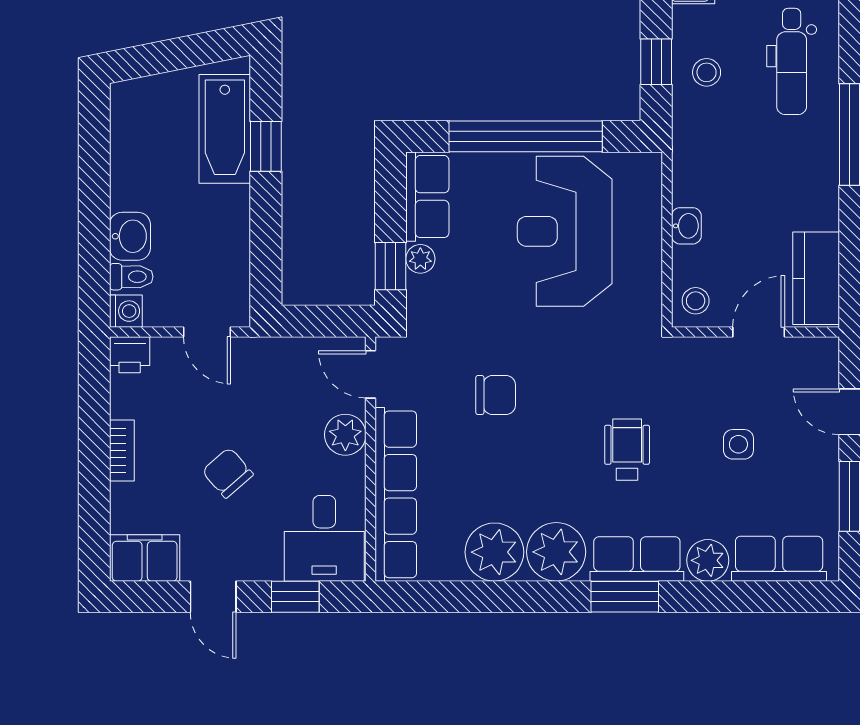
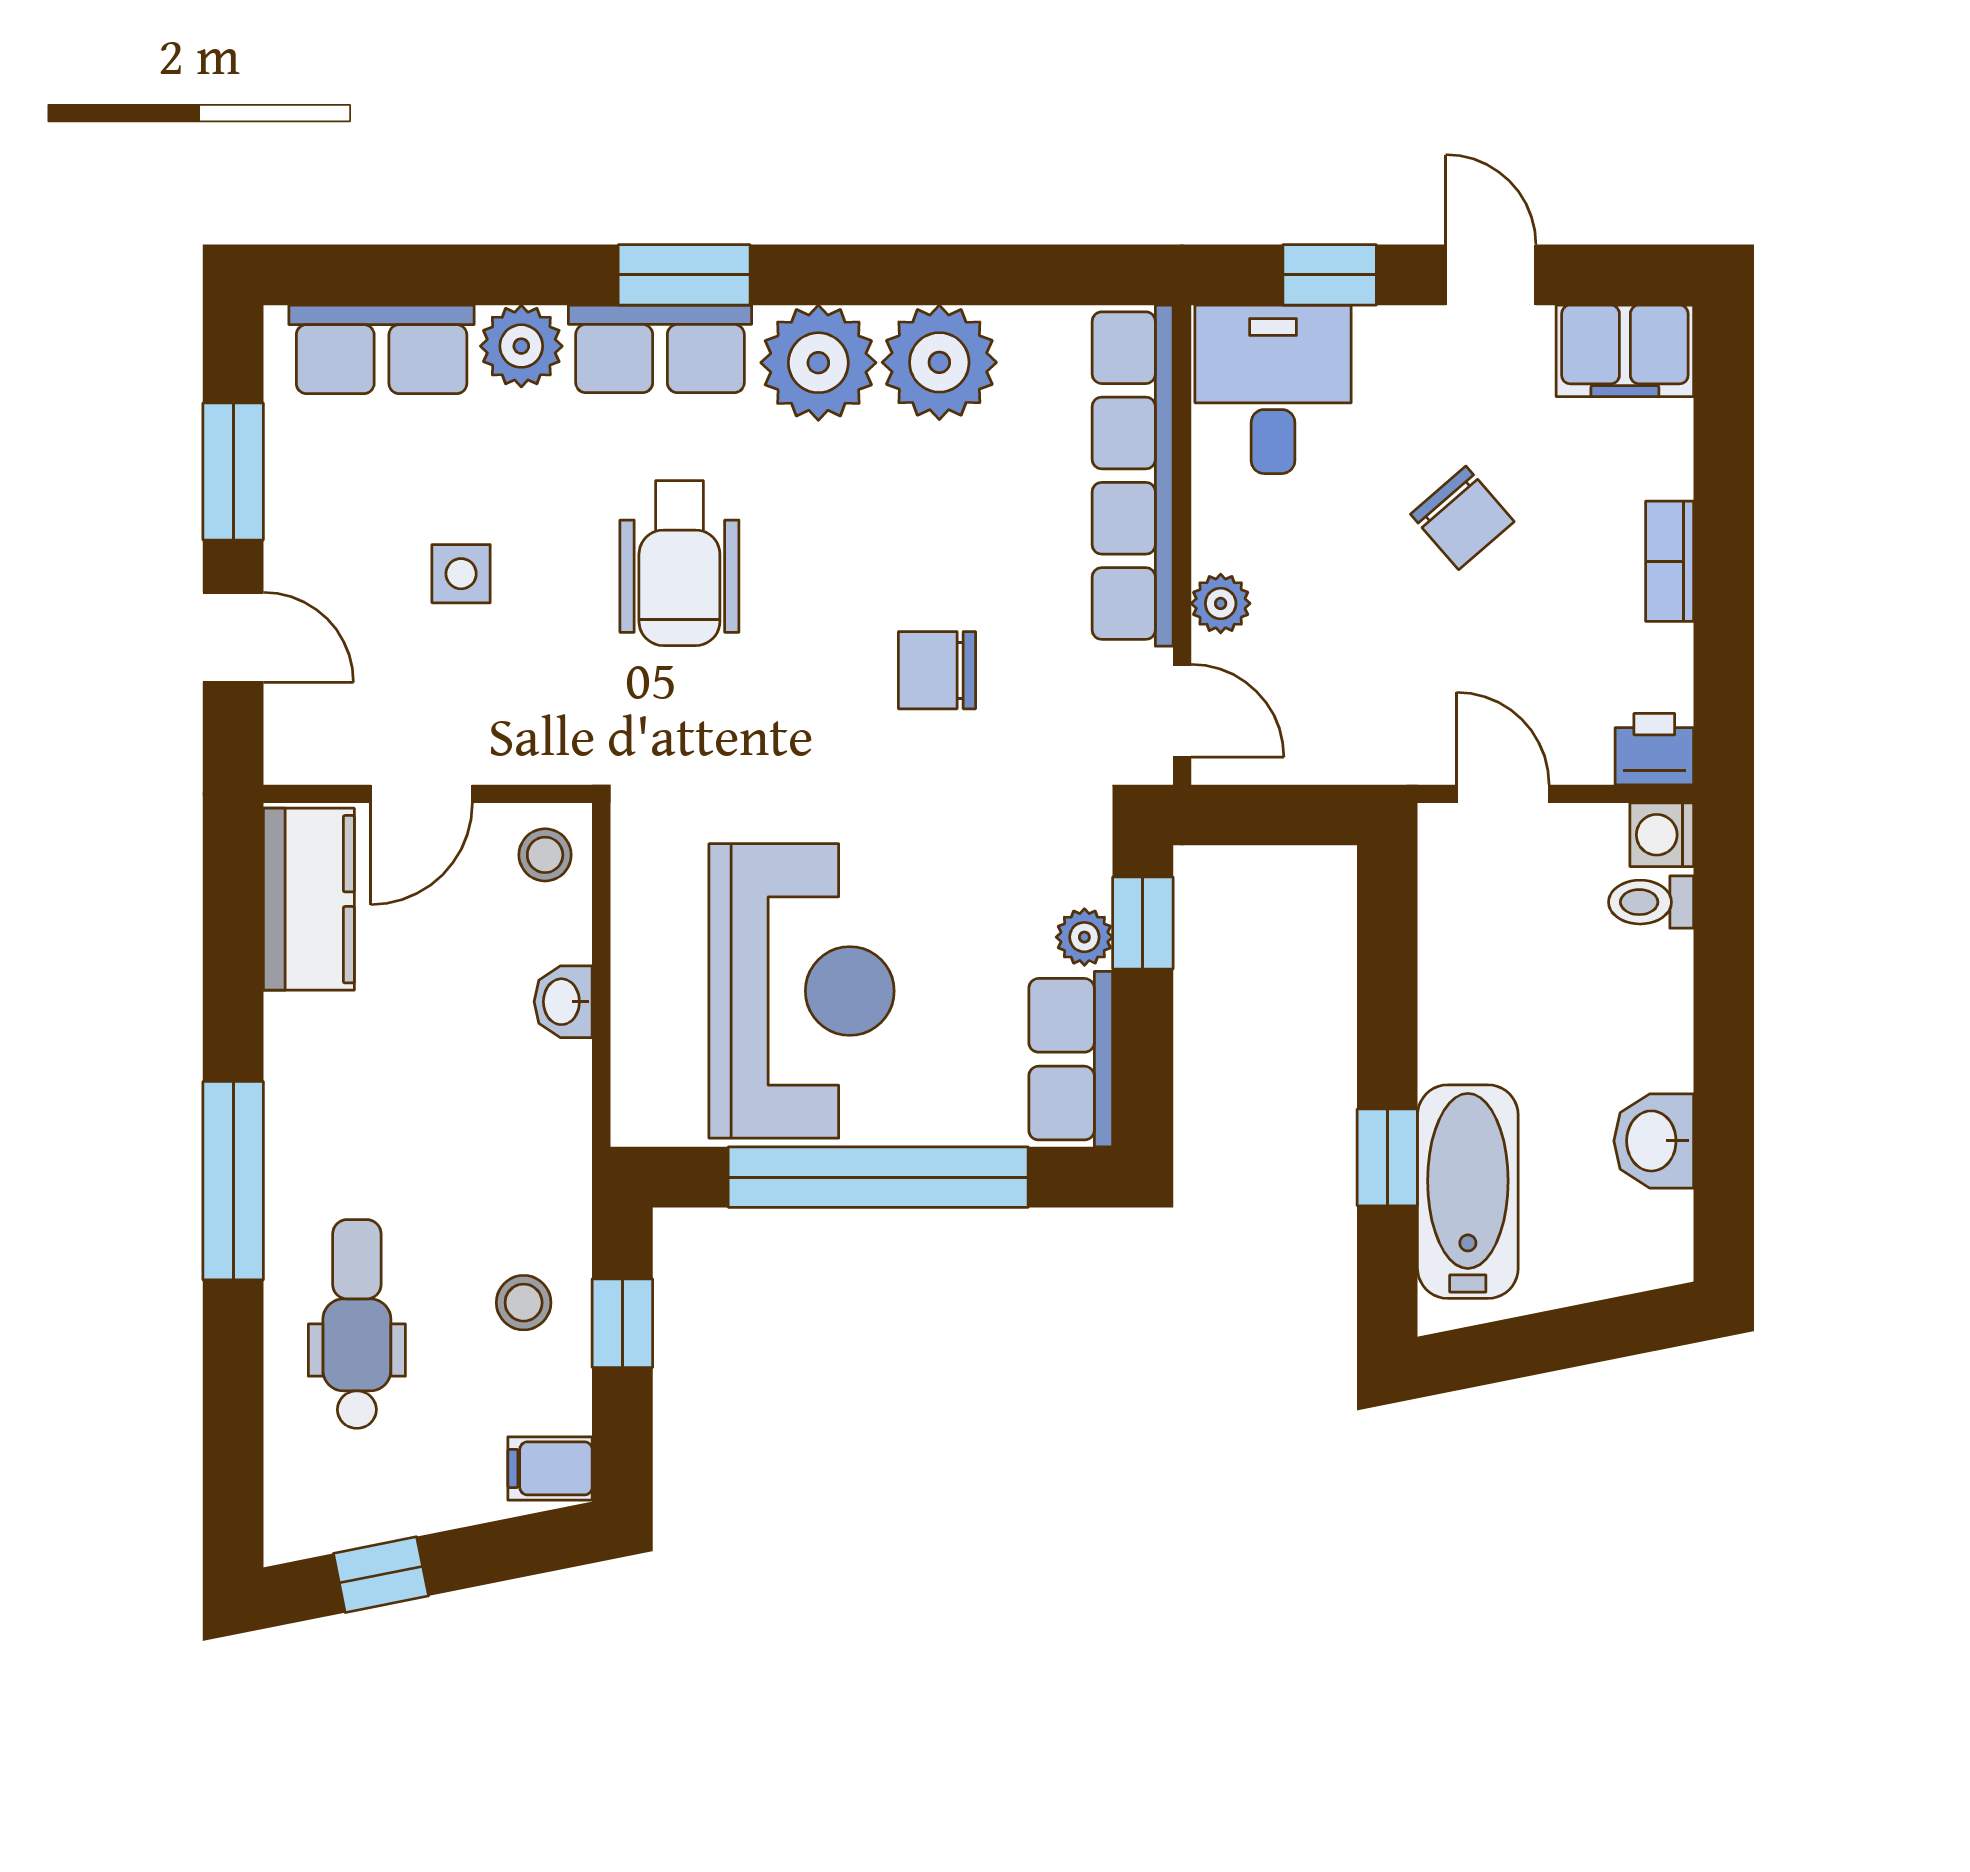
washbasin: (130, 236) -> (1654, 1141), moved
plant: (345, 435) -> (1221, 603), width x0.73, depth x0.73
wheelchair: (627, 450) -> (679, 563), width x1.36, depth x1.37

